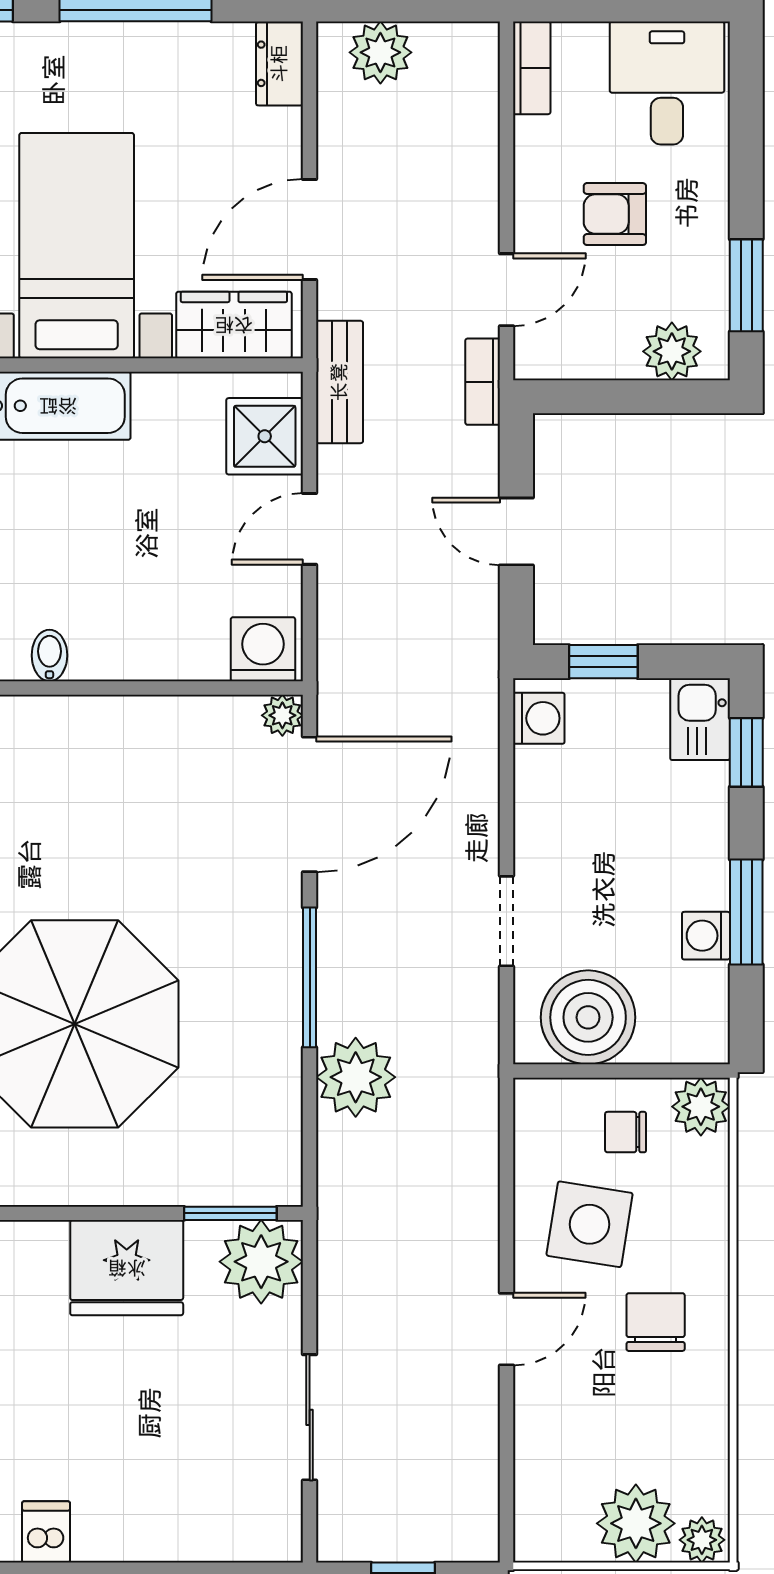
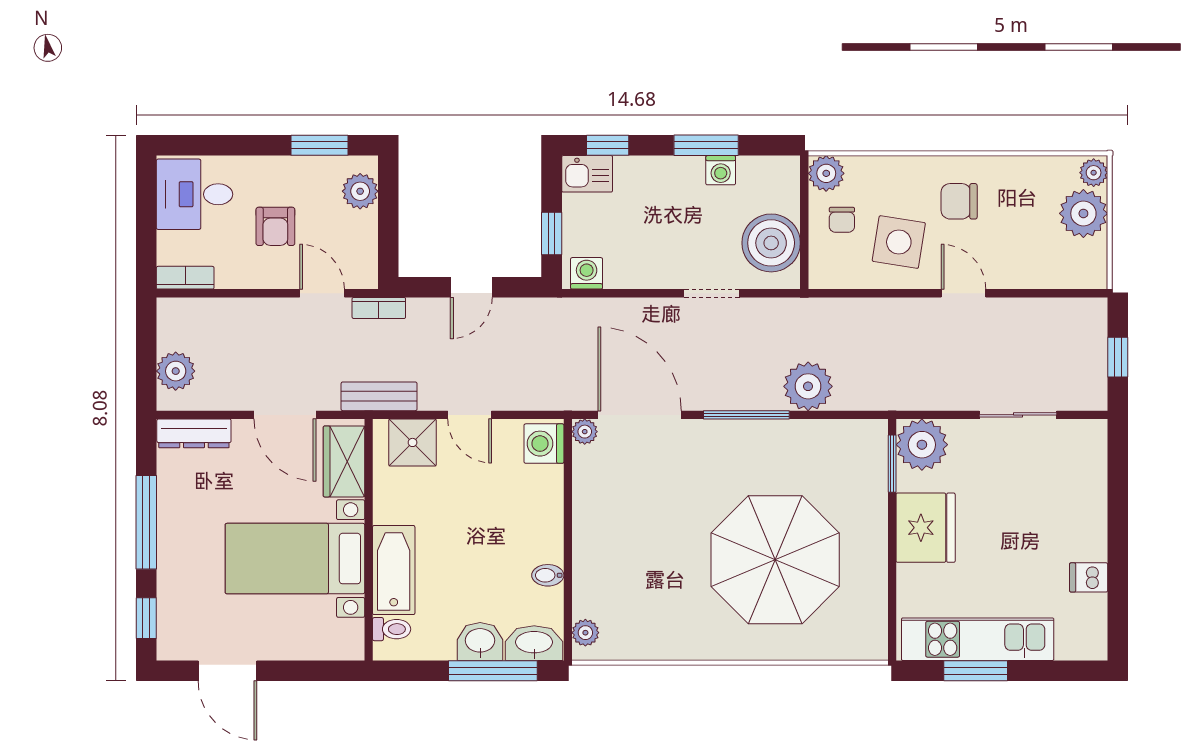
dresser: (279, 64) -> (194, 433), width x1.44

